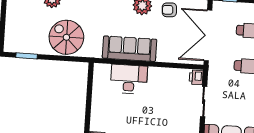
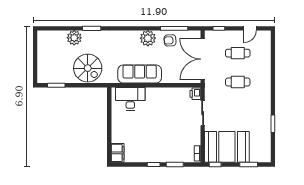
spiral stairs: (66, 37) -> (88, 68), turned 180
desk: (129, 79) -> (130, 99), moved

